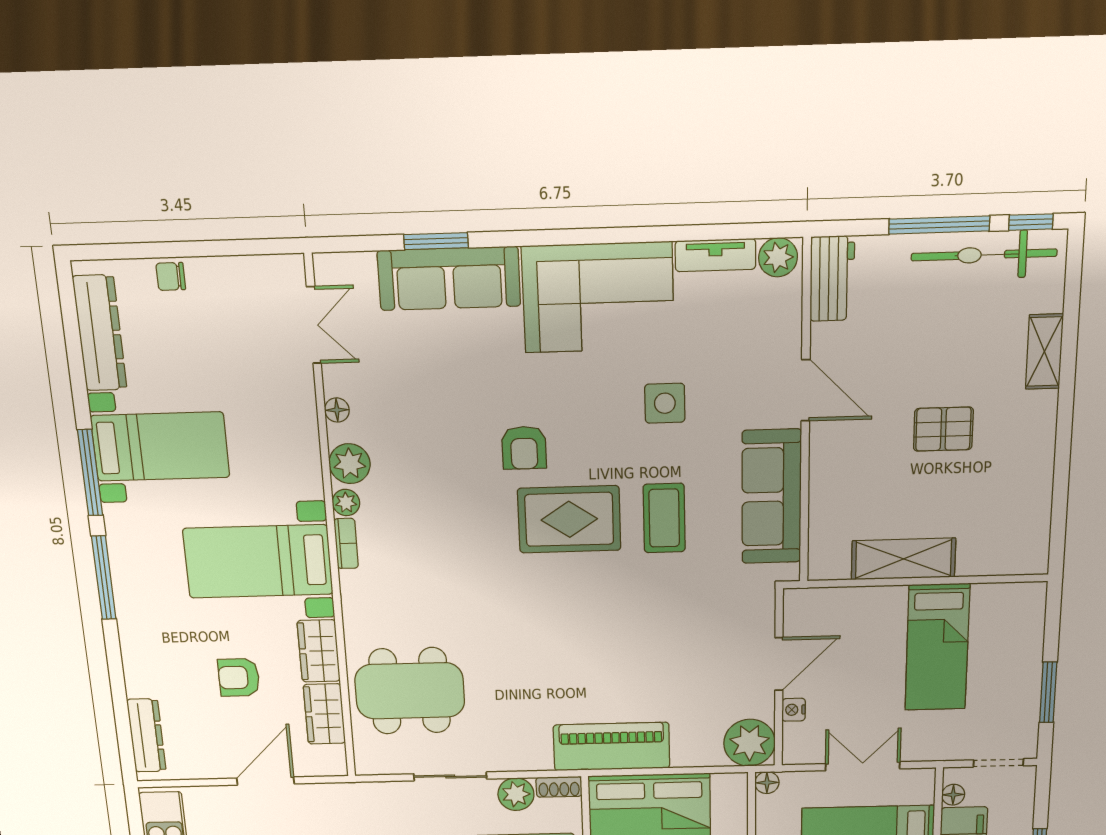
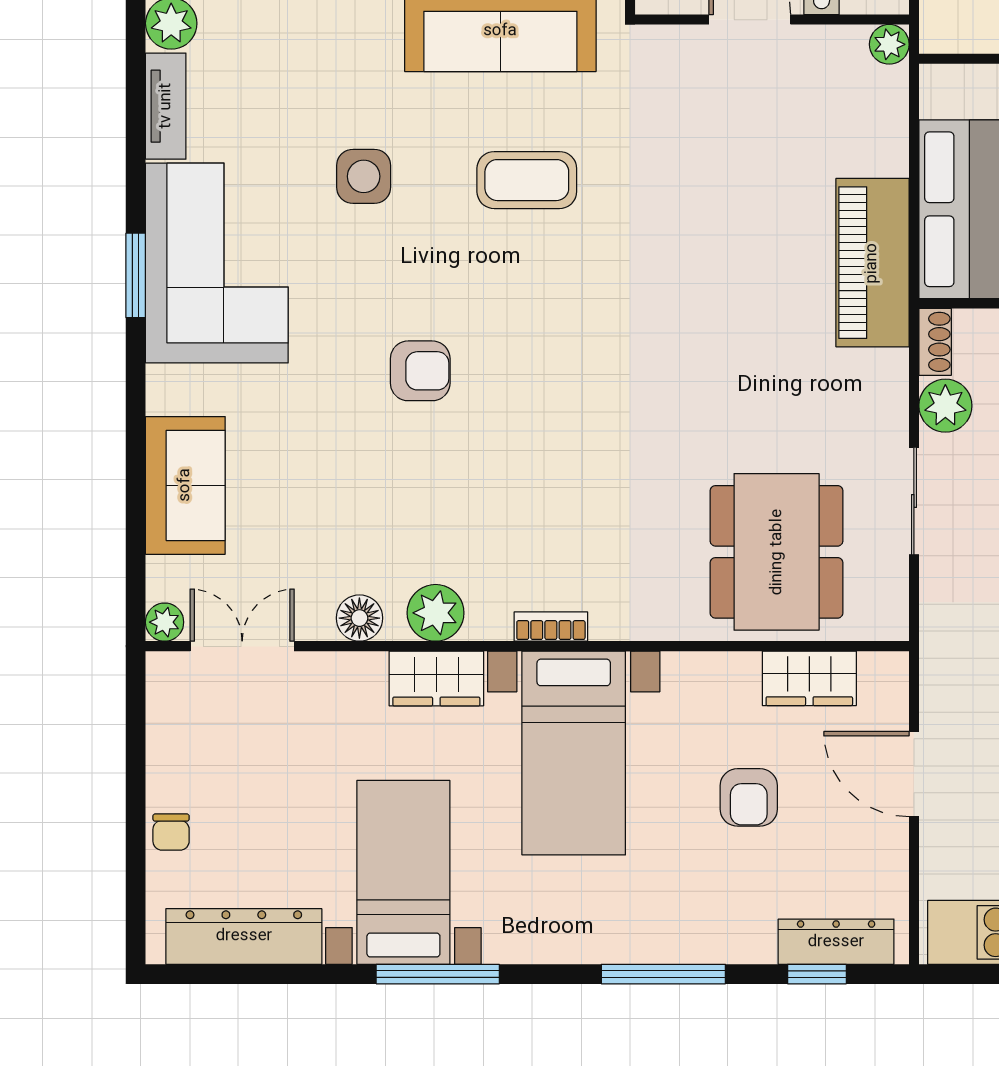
window: (436, 241) -> (136, 275), moved
sofa: (449, 278) -> (185, 485), width x0.73
floor lamp: (337, 410) -> (359, 618), width x1.37, depth x1.37
plant: (346, 502) -> (165, 622), moved
rug: (569, 519) -> (525, 312), removed
window: (104, 578) -> (663, 974), moved
wardrobe: (319, 651) -> (436, 678), moved
window: (123, 724) -> (817, 974), added
plant: (749, 743) -> (889, 44), width x0.53, depth x0.53
floor lamp: (767, 783) -> (937, 36), removed

